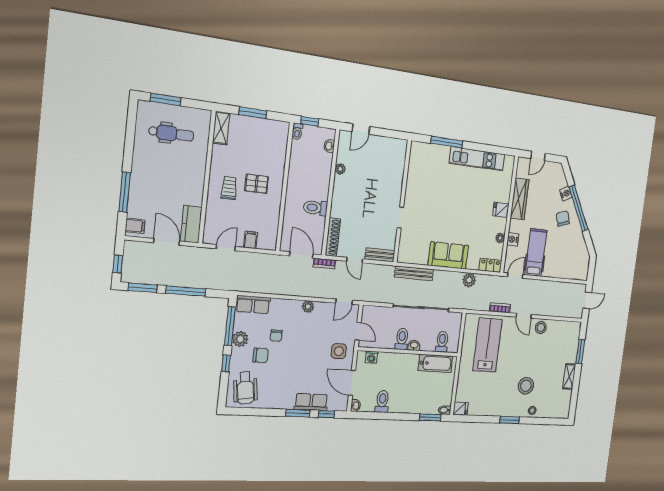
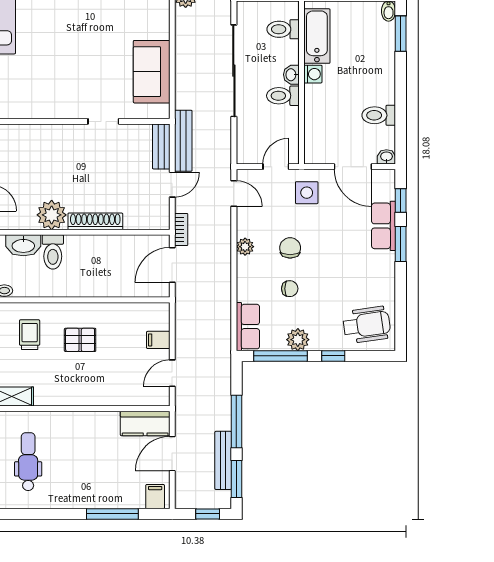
washbasin: (329, 146) -> (23, 245), width x1.91, depth x1.45
plant: (340, 169) -> (52, 215), width x1.87, depth x1.87
pallet: (257, 184) -> (80, 340), turned 90
trolley: (229, 188) -> (30, 335), moved, turned 90
toilet: (315, 208) -> (53, 252), moved
shoe rack: (333, 237) -> (95, 221), moved
door: (226, 248) -> (172, 373), hinge flipped
sofa: (448, 255) -> (152, 72), moved
bench: (414, 273) -> (183, 141), moved
bench: (158, 279) -> (223, 460), added
chair: (261, 355) -> (290, 248), moved
washing machine: (371, 357) -> (313, 74), moved
door: (352, 383) -> (353, 167), hinge flipped

